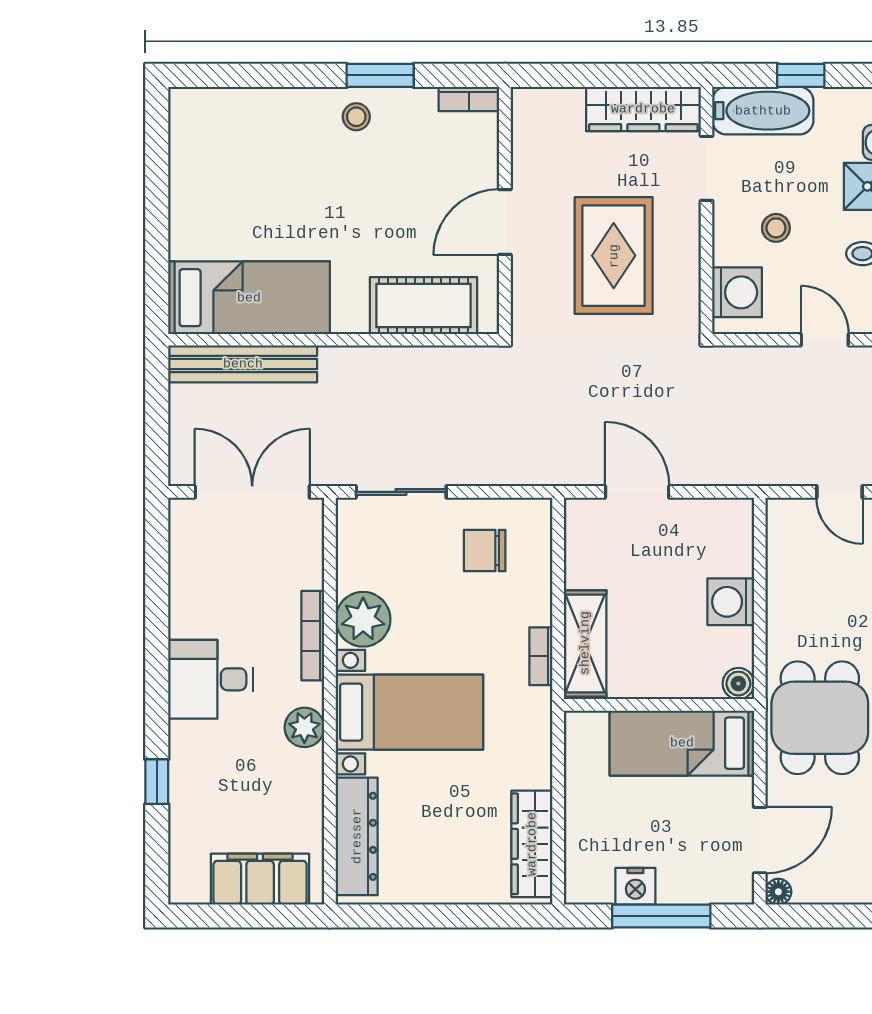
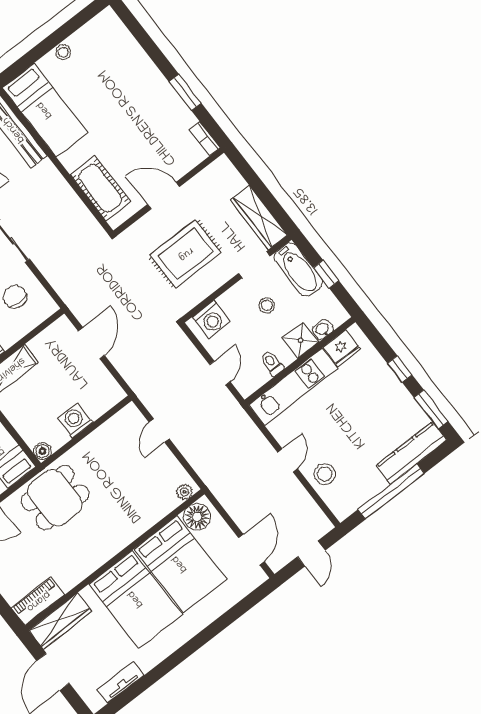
stool: (356, 117) -> (63, 52), moved
stool: (776, 228) -> (267, 305), moved

